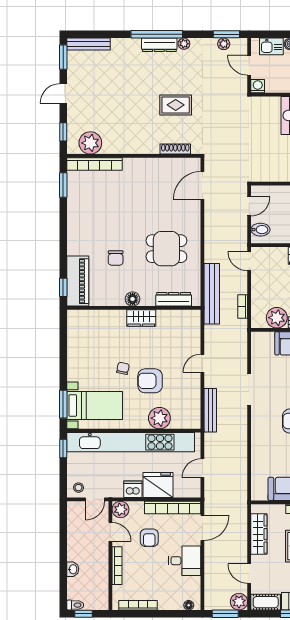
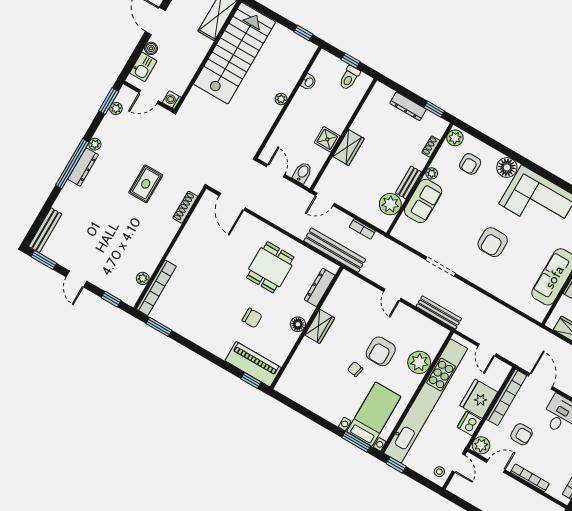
plant: (90, 143) -> (143, 278), width x0.53, depth x0.53

